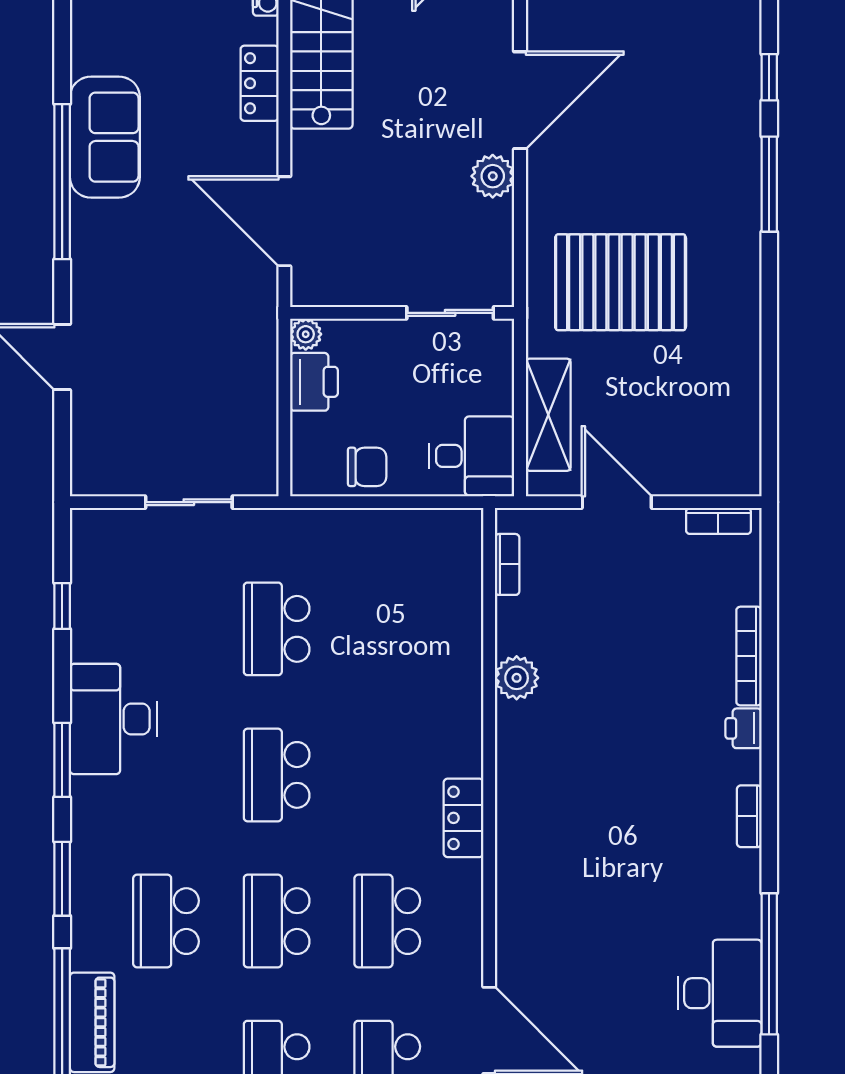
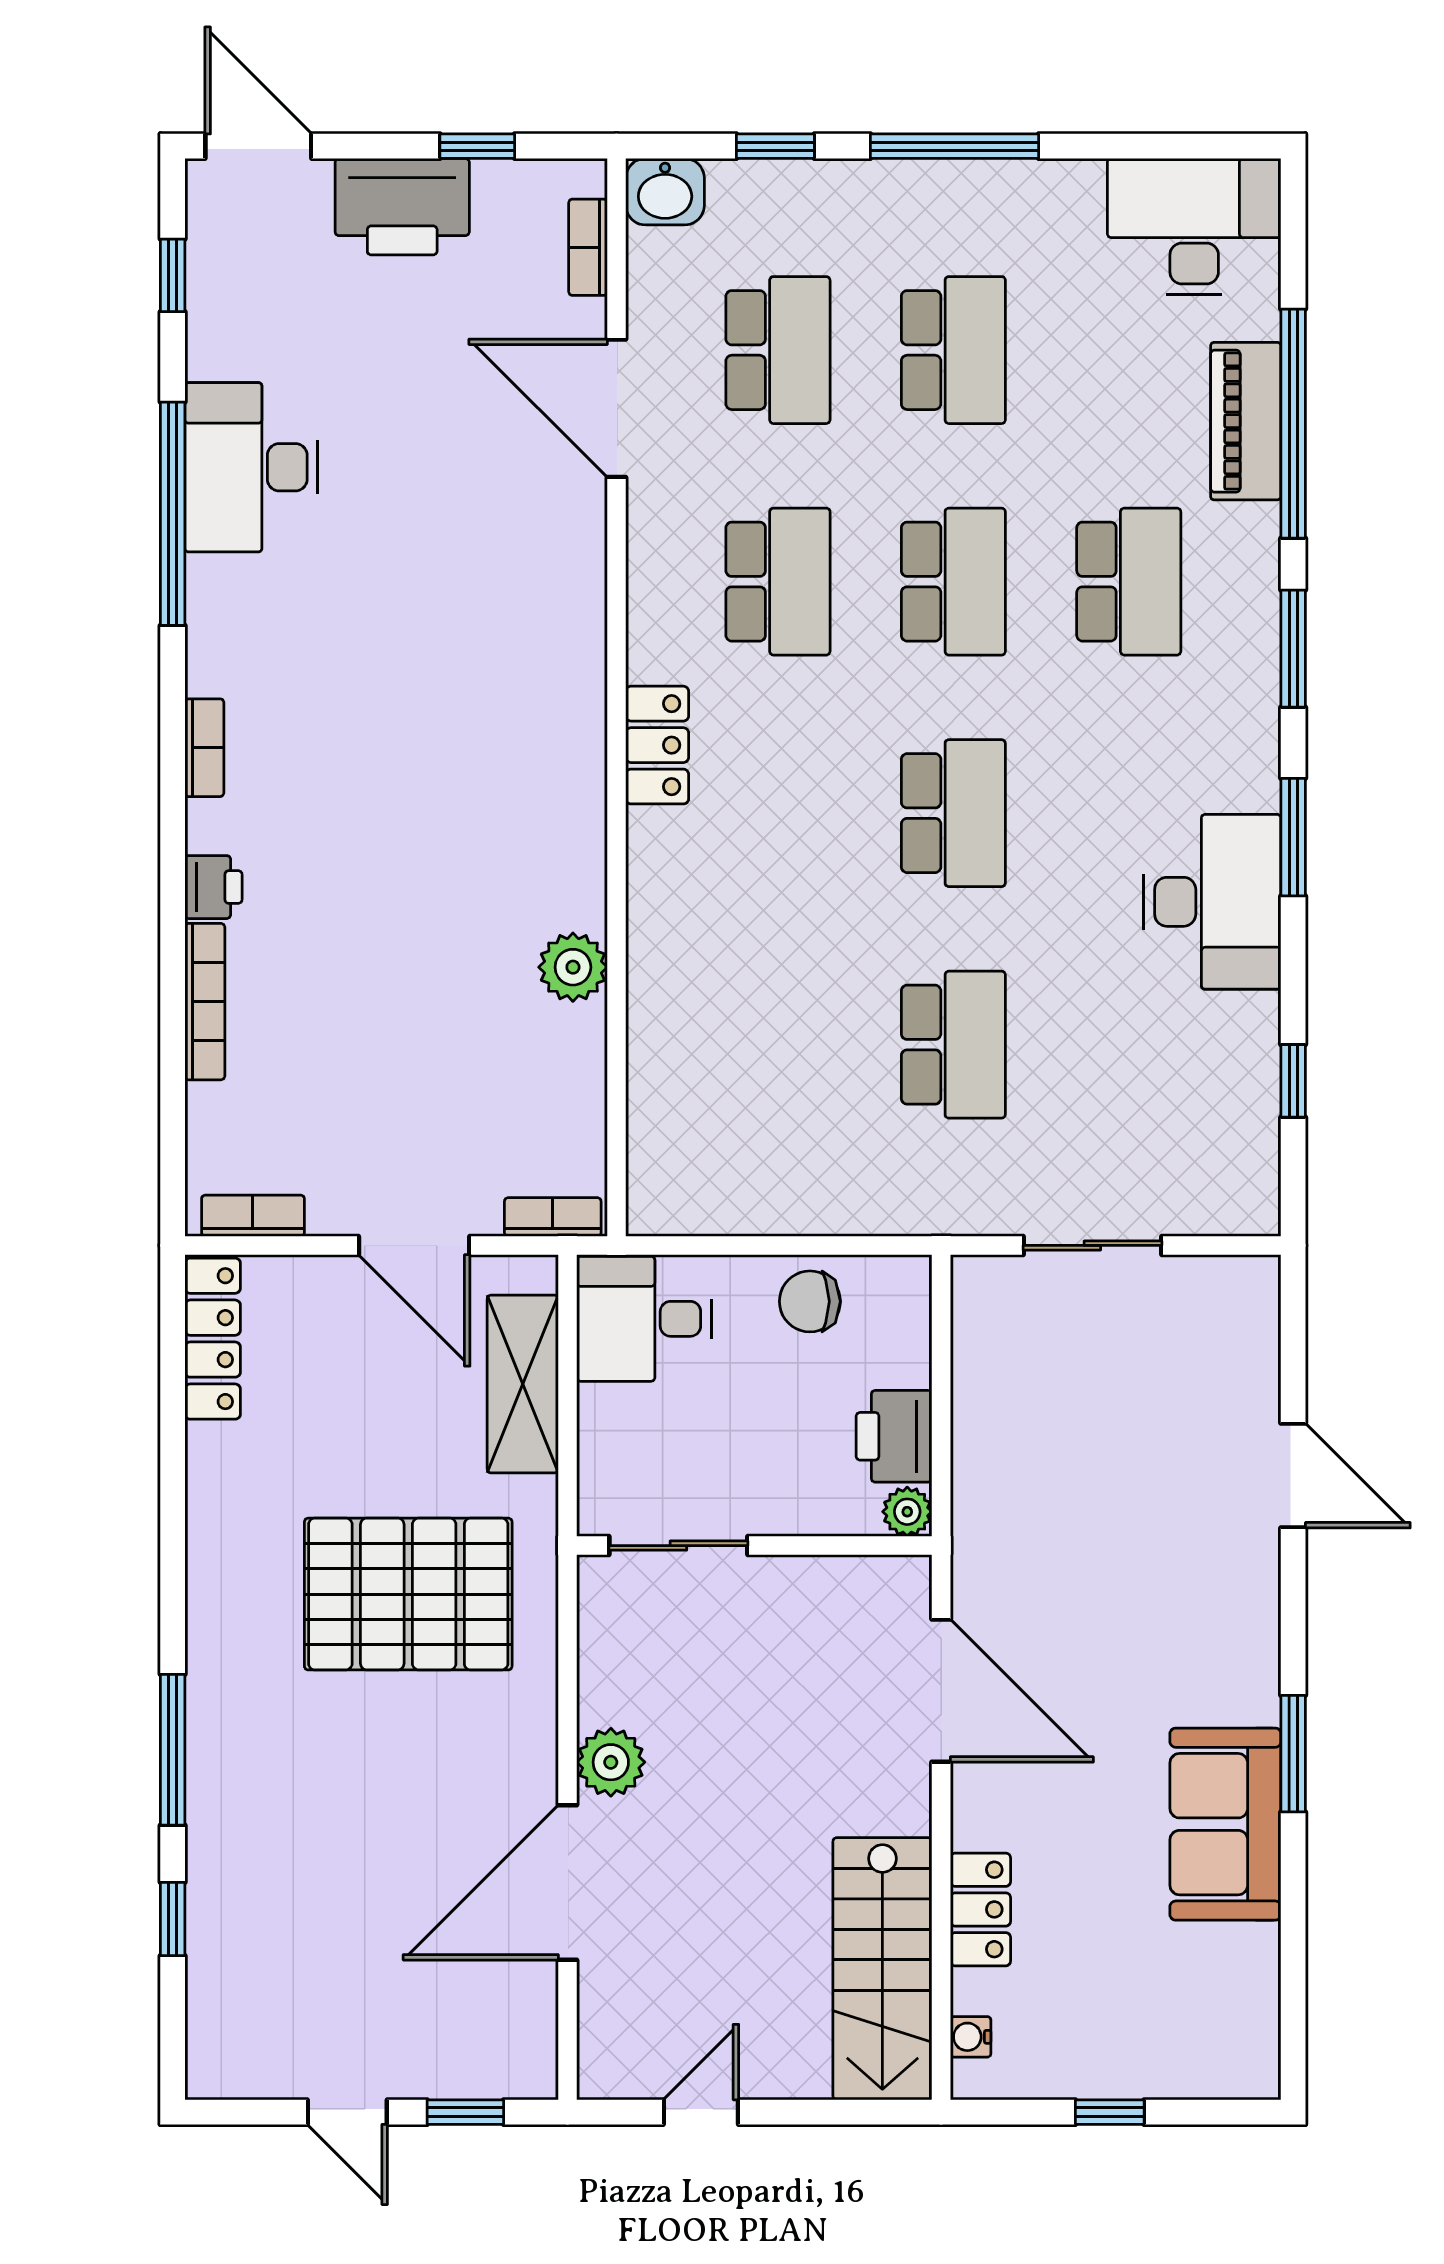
window: (62, 182) -> (1293, 1754), width x0.47
locker: (744, 443) -> (213, 1339), added
bookcase: (507, 564) -> (553, 1217), moved, turned 90

